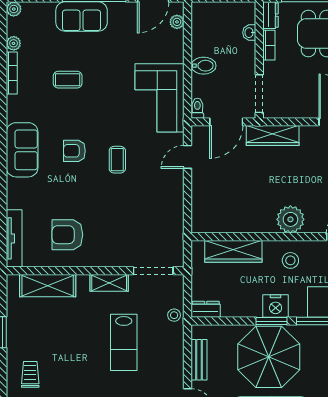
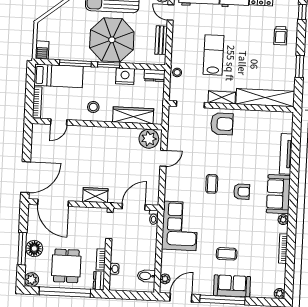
plant: (14, 43) -> (283, 220), moved
bidet: (204, 66) -> (146, 276), moved
coffee table: (68, 80) -> (227, 254), moved
wardrobe: (273, 136) -> (95, 195), width x0.67
door: (188, 157) -> (163, 158), moved
plant: (290, 219) -> (149, 139), moved
armchair: (67, 235) -> (222, 124), moved
tv unit: (14, 238) -> (286, 154), moved
shelving: (48, 286) -> (265, 98), width x1.47
nightstand: (276, 306) -> (125, 76), moved

